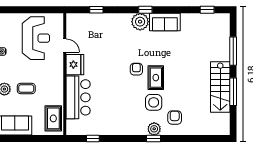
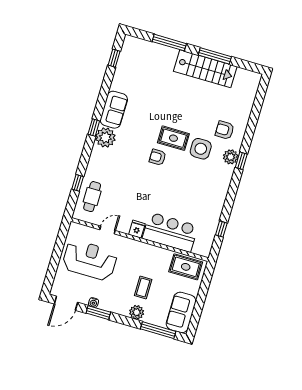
cafe table: (89, 25) -> (92, 197), added
fridge: (75, 65) -> (137, 229), width x0.53, depth x0.75

